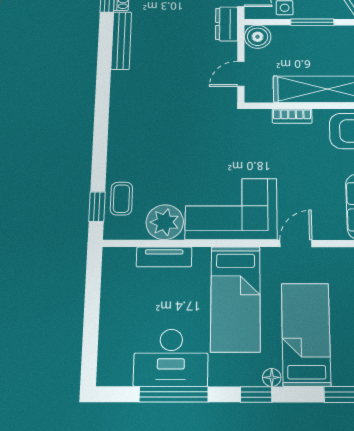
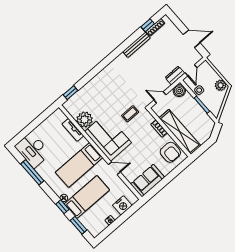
coffee table: (121, 199) -> (130, 114), moved
desk: (171, 358) -> (33, 150), moved
window: (256, 394) -> (62, 207), moved

